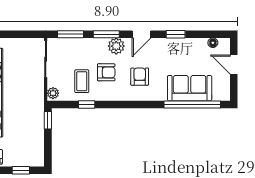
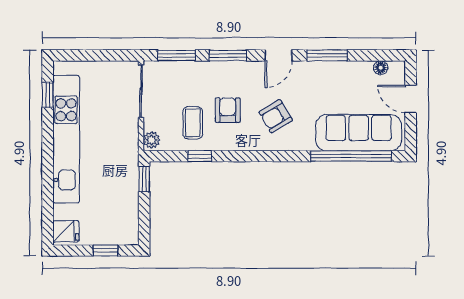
window: (176, 34) -> (327, 55), width x1.50
plant: (116, 46) -> (242, 72), removed
armchair: (106, 72) -> (228, 110), turned -90
armchair: (140, 77) -> (276, 116), turned -121
sofa: (190, 88) -> (359, 133), width x1.36

